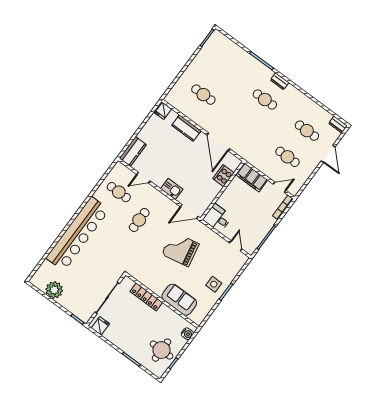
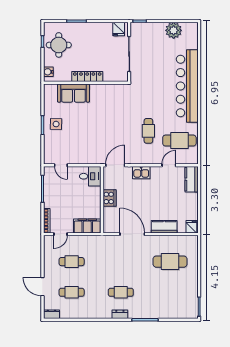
cafe table: (203, 95) -> (170, 262), width x1.37, depth x1.35
cooker: (223, 176) -> (109, 198), moved
cafe table: (119, 192) -> (179, 141), width x1.37, depth x1.35
grand piano: (180, 249) -> (101, 132), removed
locker: (146, 297) -> (87, 77), moved

